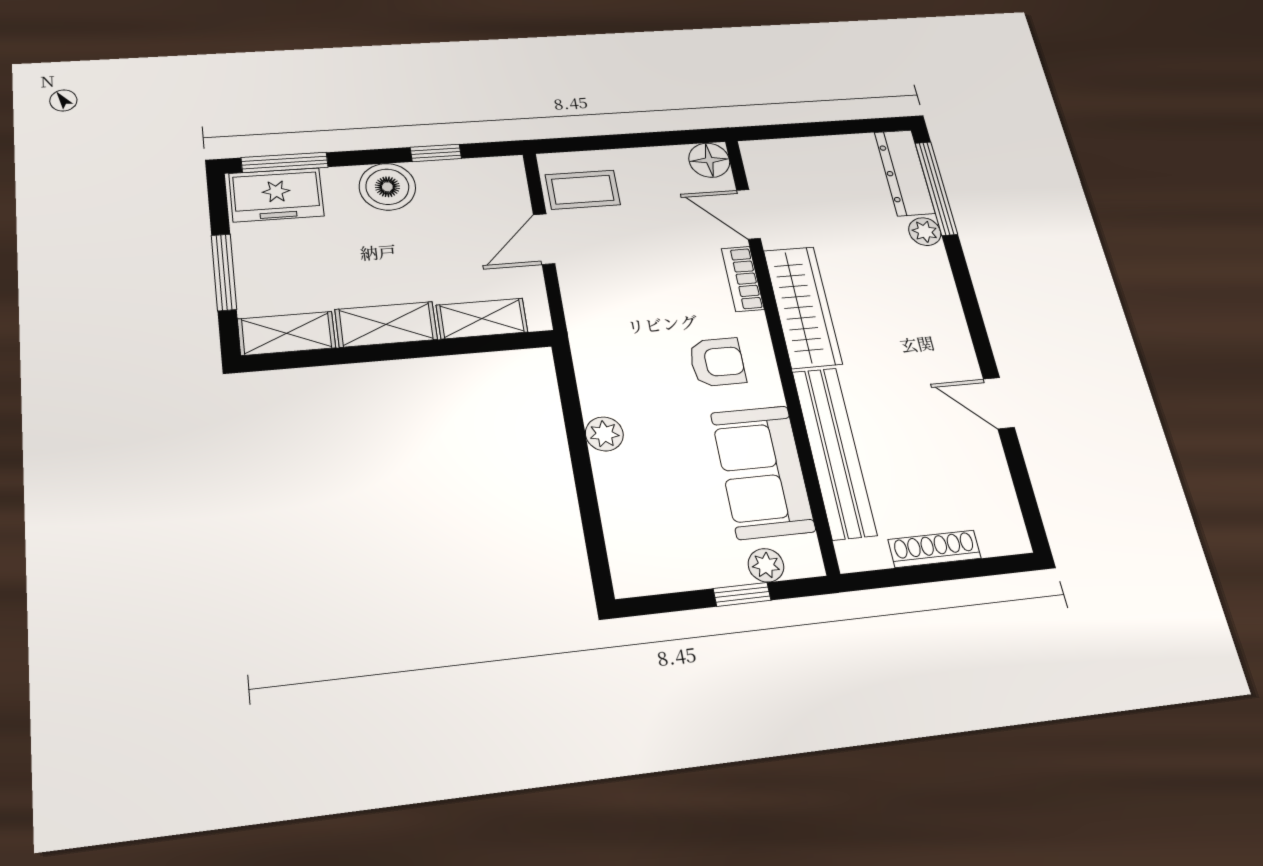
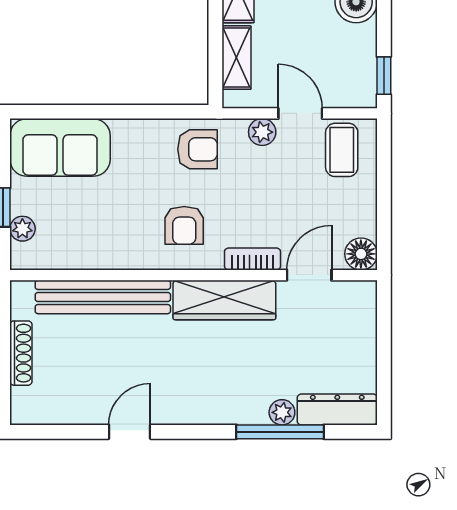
window: (436, 153) -> (384, 76), moved
window: (936, 188) -> (280, 432), moved
armchair: (613, 355) -> (197, 149), added
plant: (604, 434) -> (262, 132), moved
sofa: (763, 472) -> (60, 147), moved, turned 180

